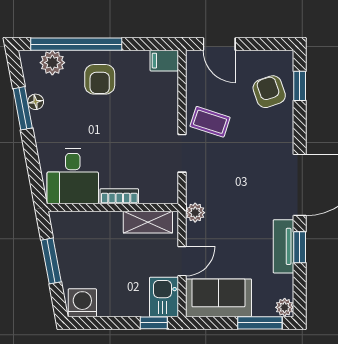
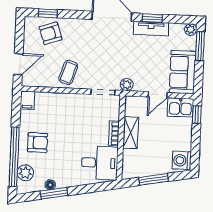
doorway: (182, 153) -> (103, 92), moved
shelving: (148, 222) -> (131, 133), moved
door: (182, 261) -> (158, 95), swing flipped

